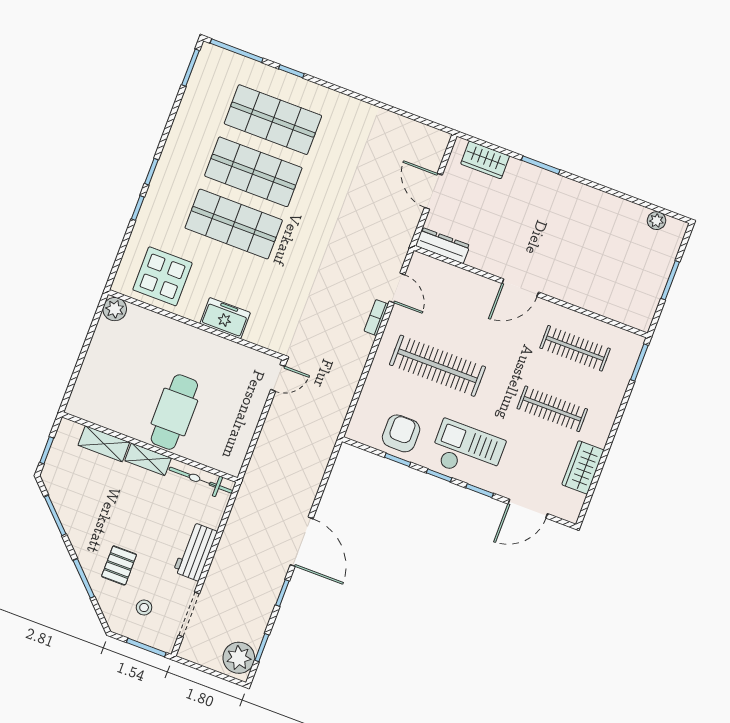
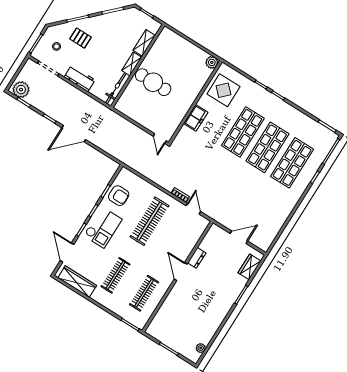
dresser: (443, 245) -> (197, 258), moved, width x0.70
door: (397, 288) -> (193, 209), swing flipped
wardrobe: (583, 467) -> (77, 282), width x1.50

